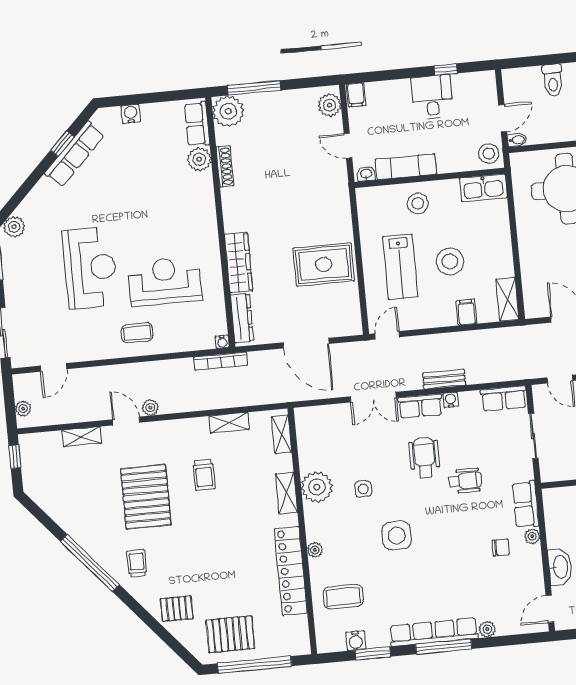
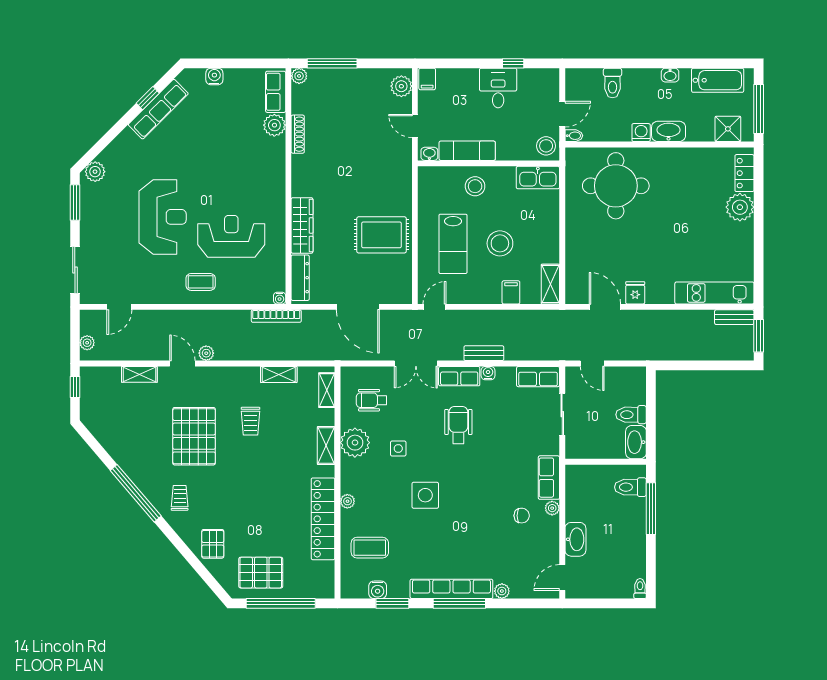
plant: (228, 111) -> (299, 76), width x0.53, depth x0.53
wheelchair: (465, 481) -> (371, 400), moved, turned 180
pallet: (177, 609) -> (213, 544), turned 90

